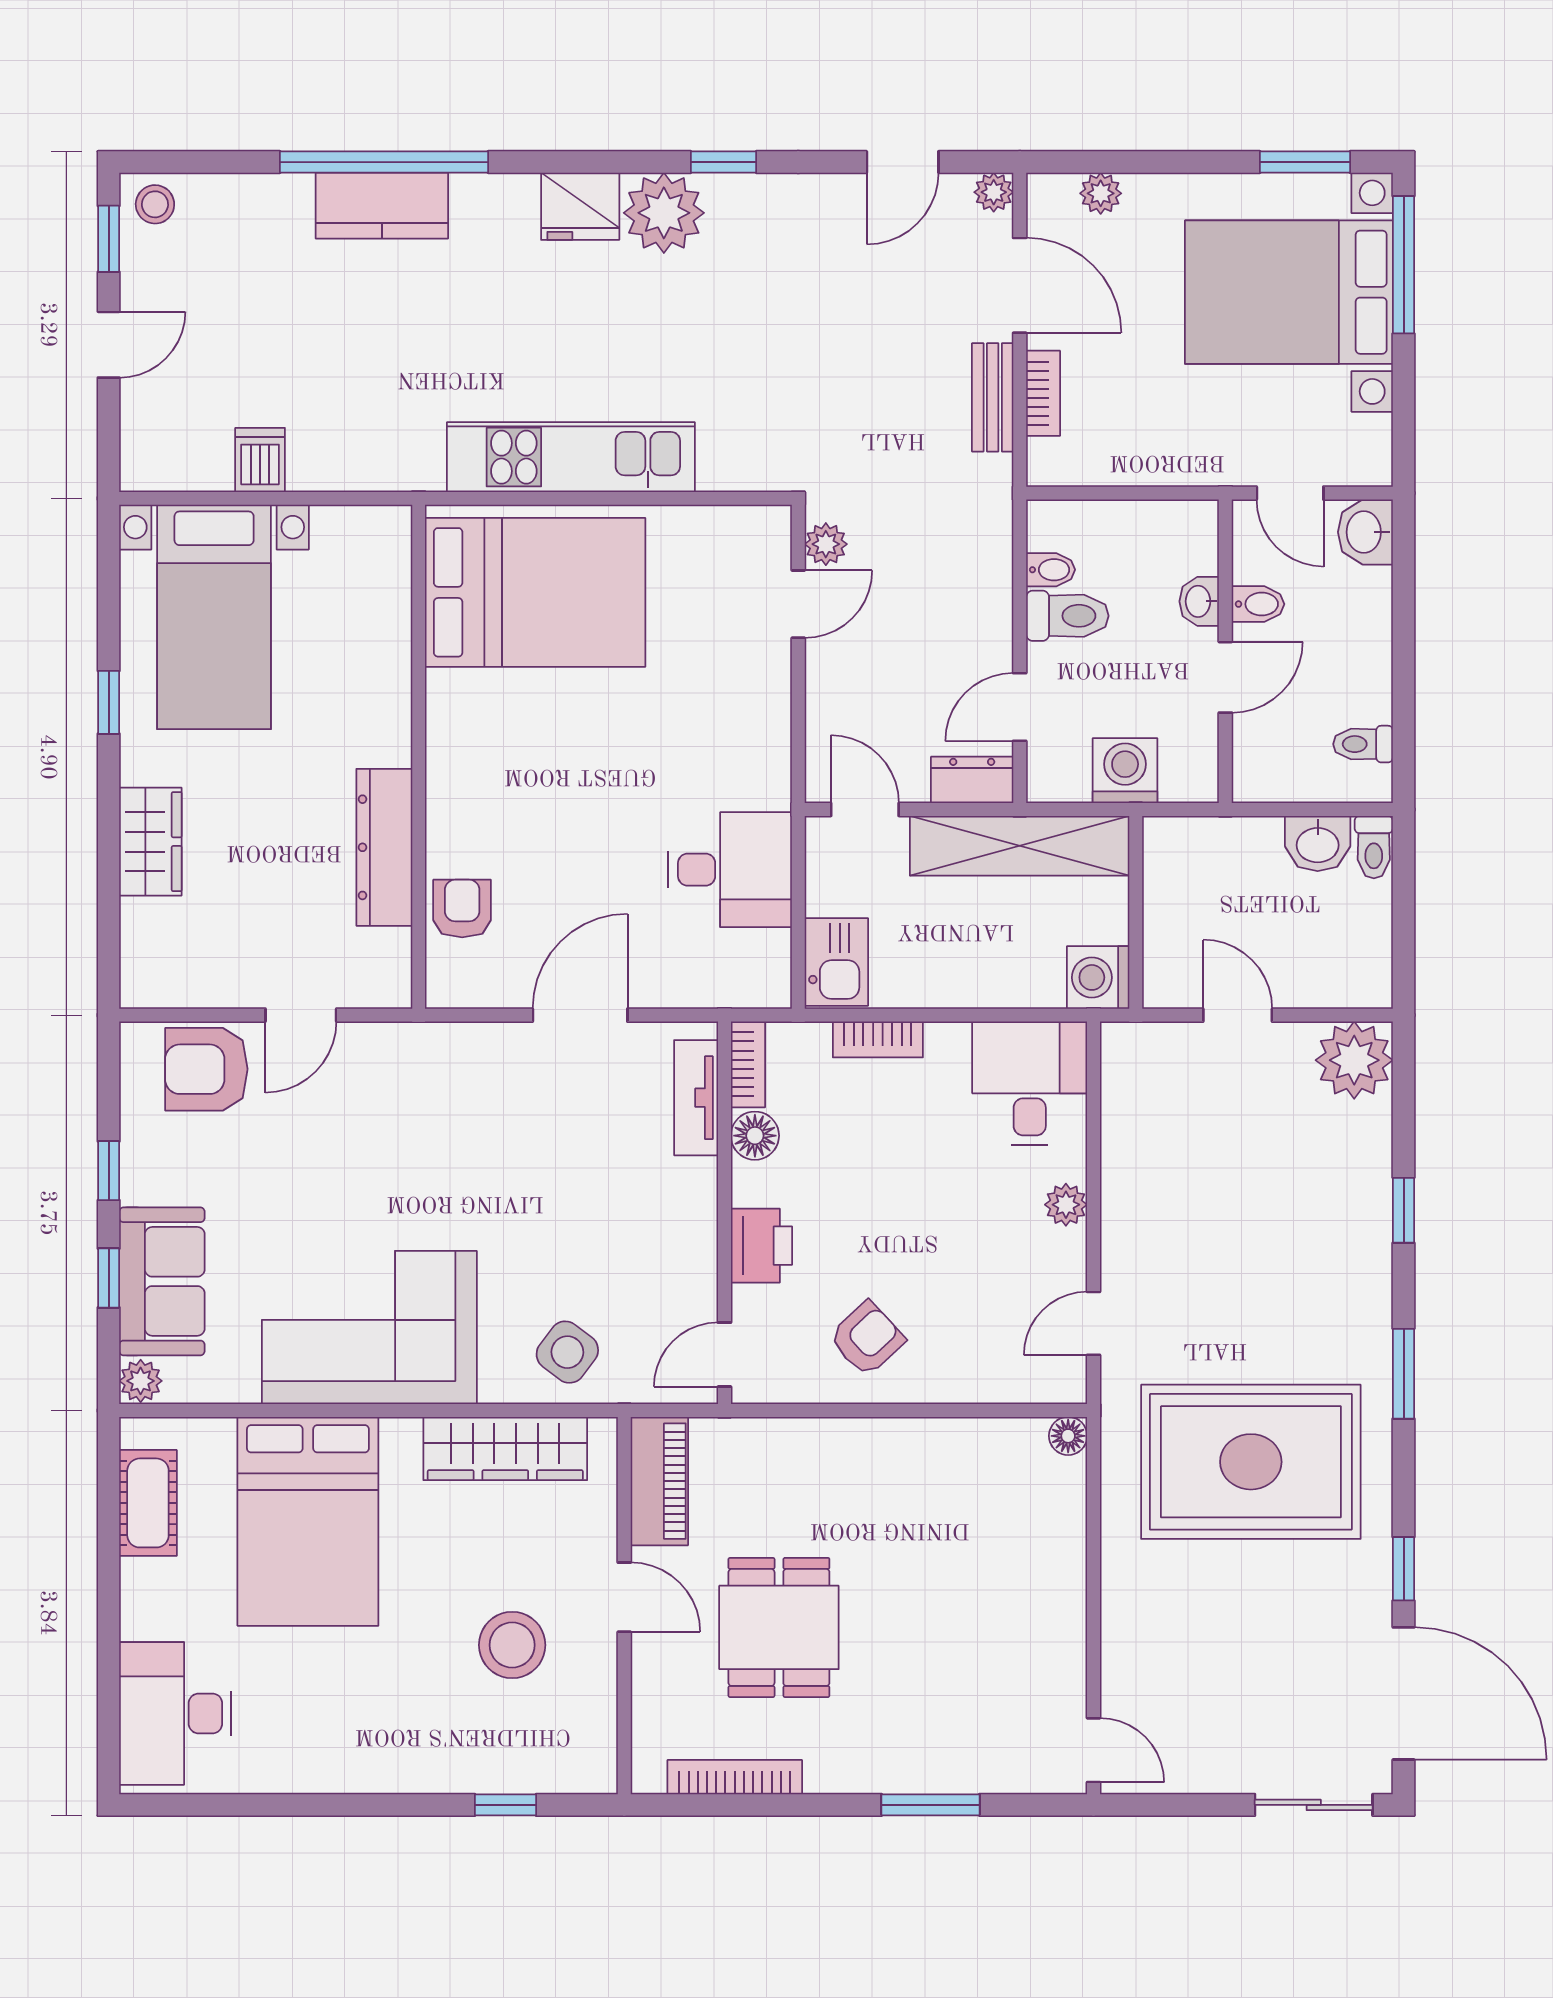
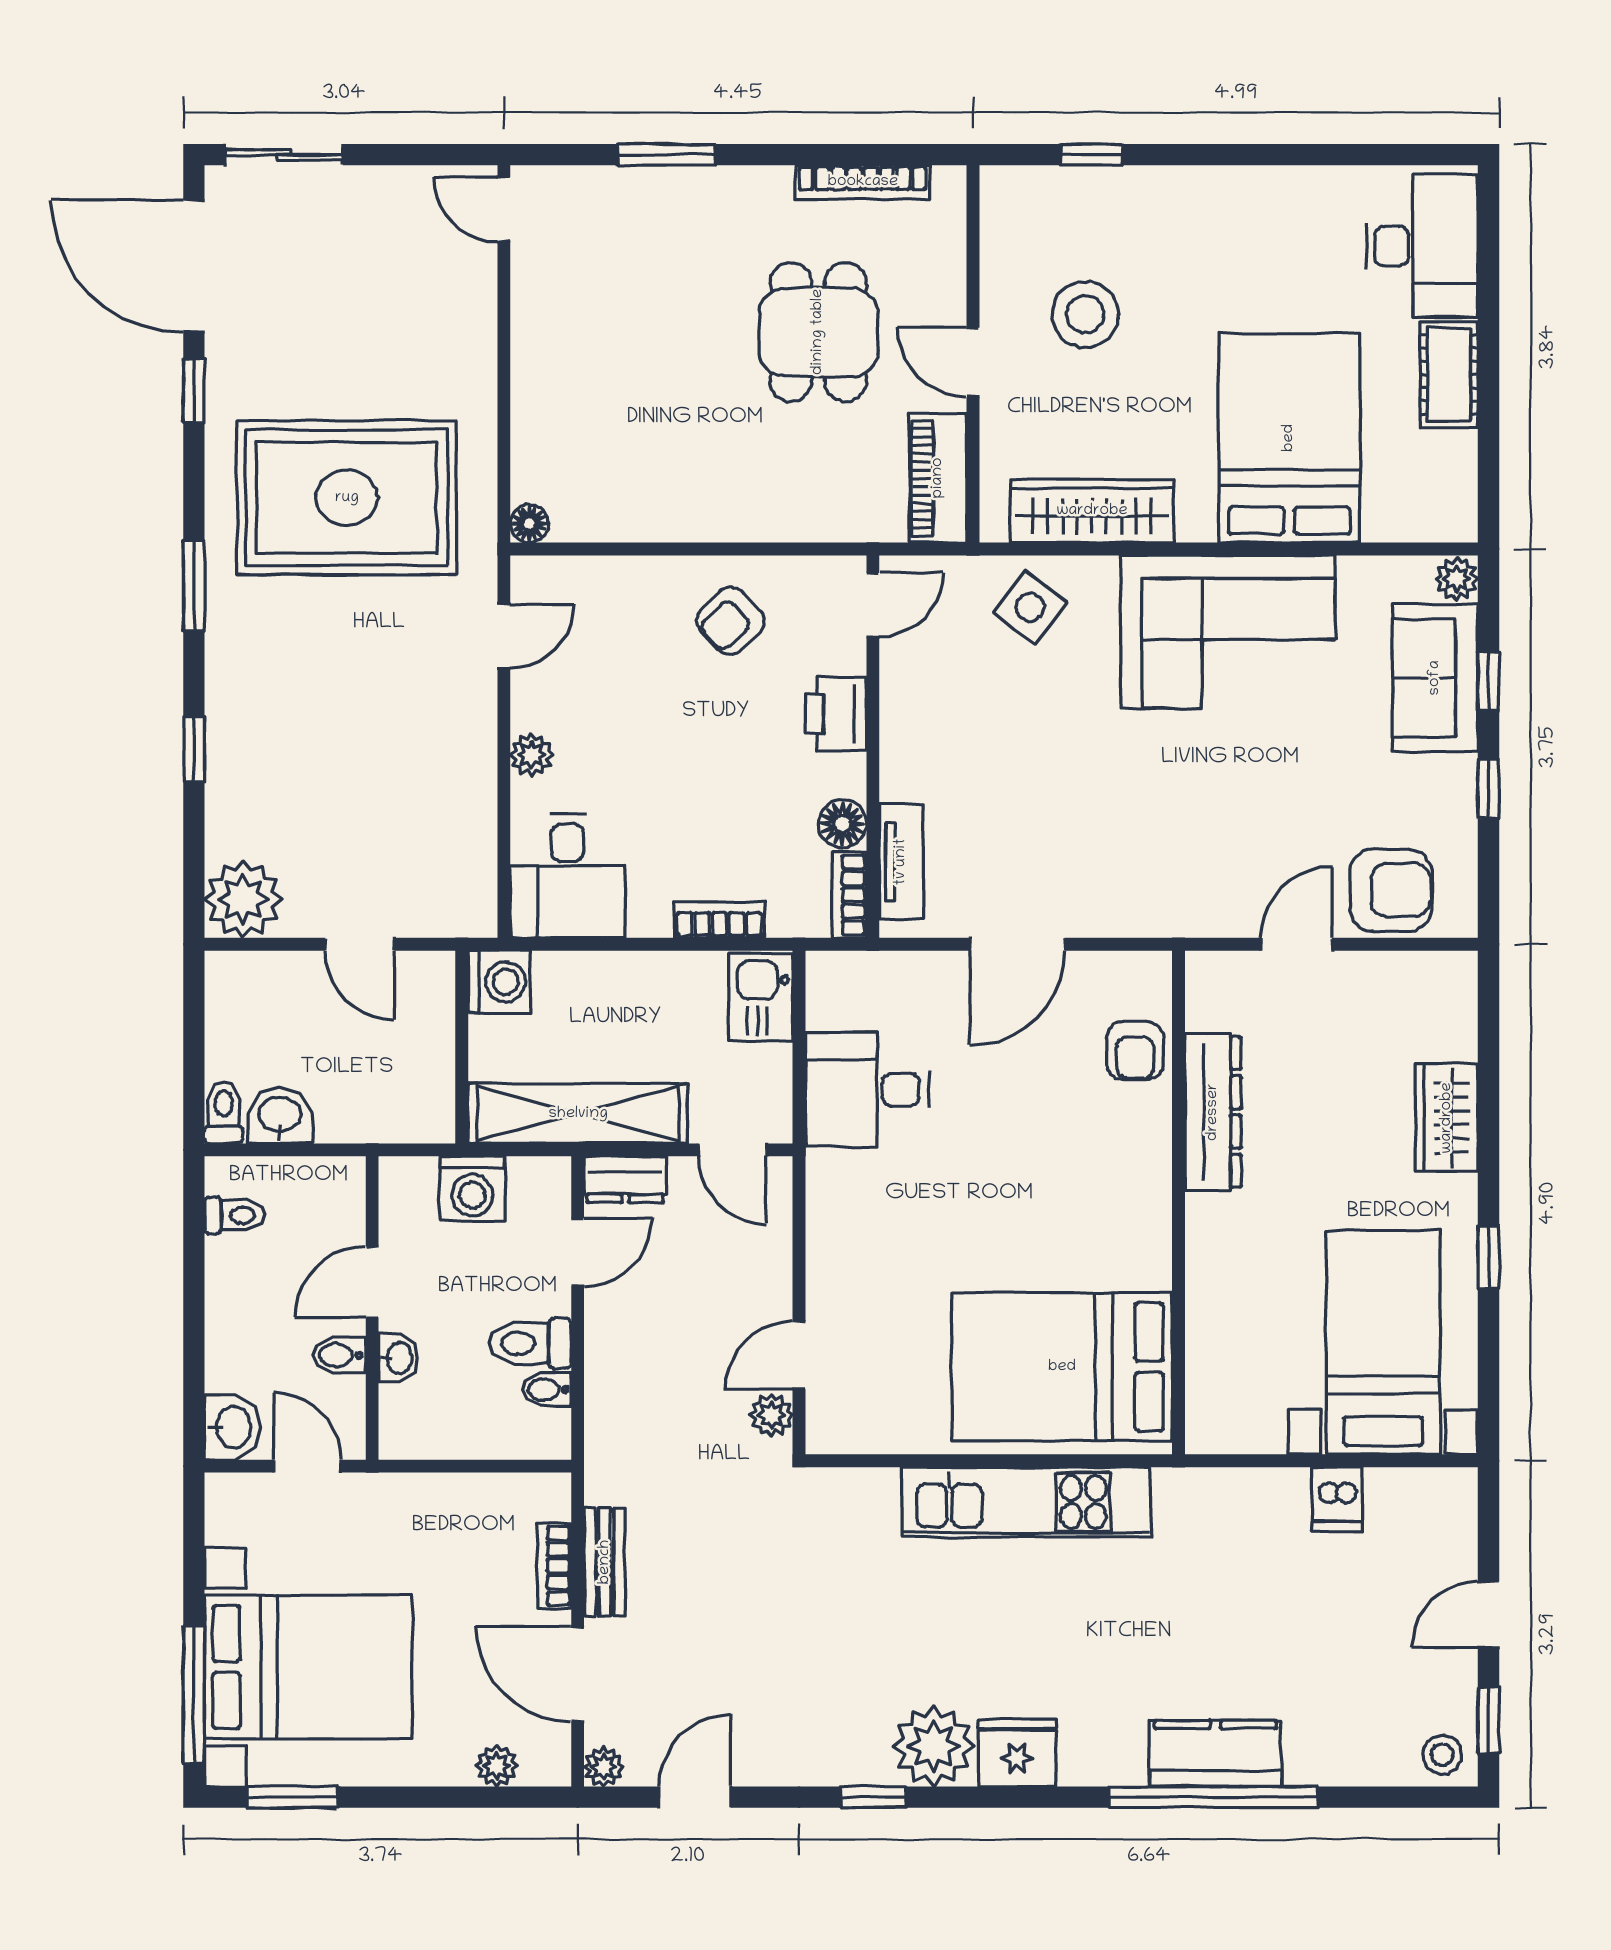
cot: (148, 1503) -> (1449, 375), moved

